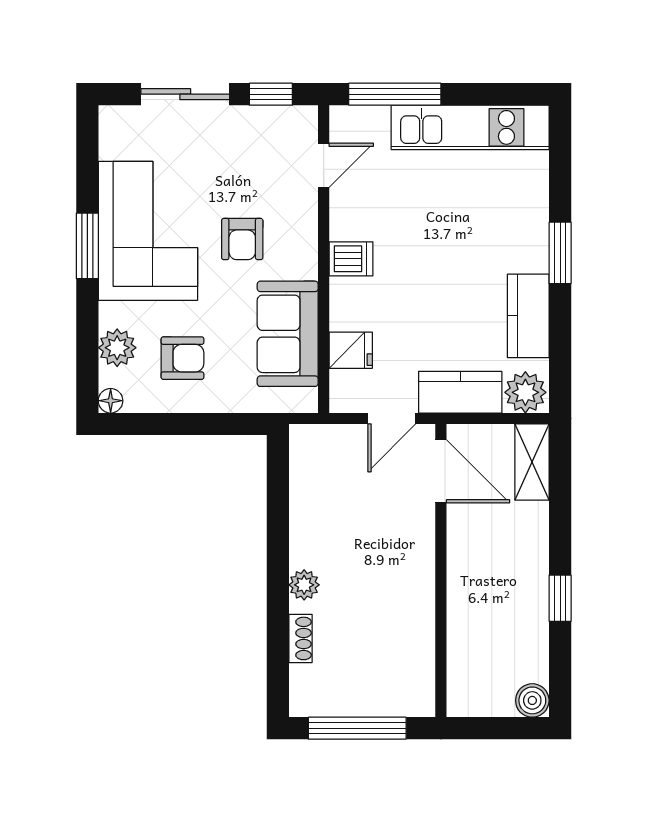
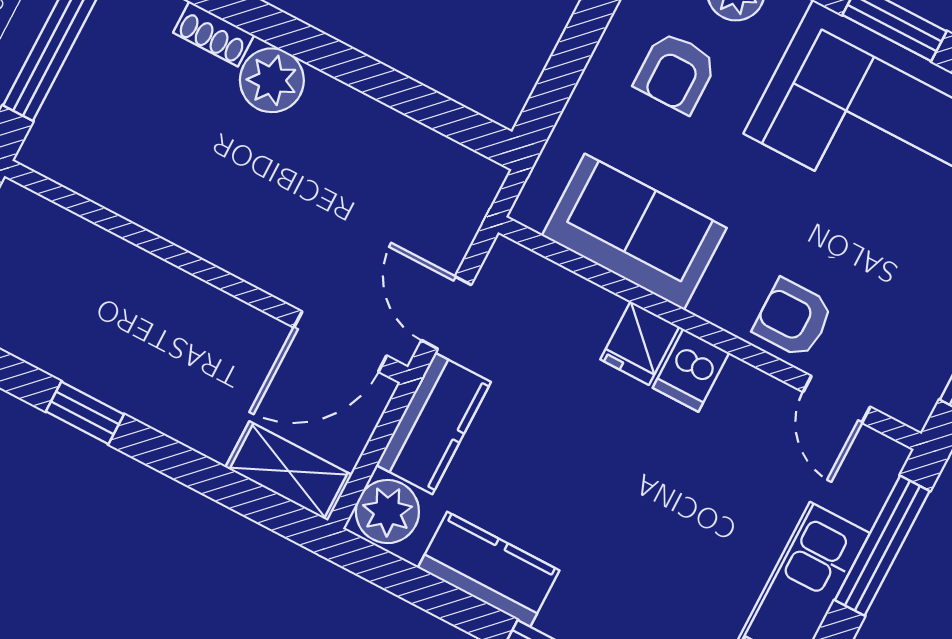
armchair: (242, 239) -> (793, 318), moved
fridge: (351, 350) -> (640, 343), moved
plant: (304, 585) -> (272, 80), width x1.38, depth x1.38

